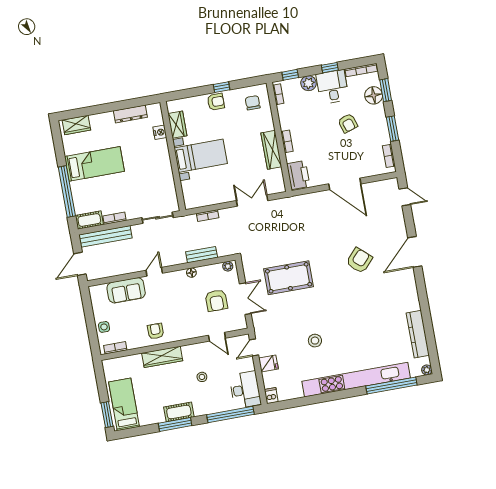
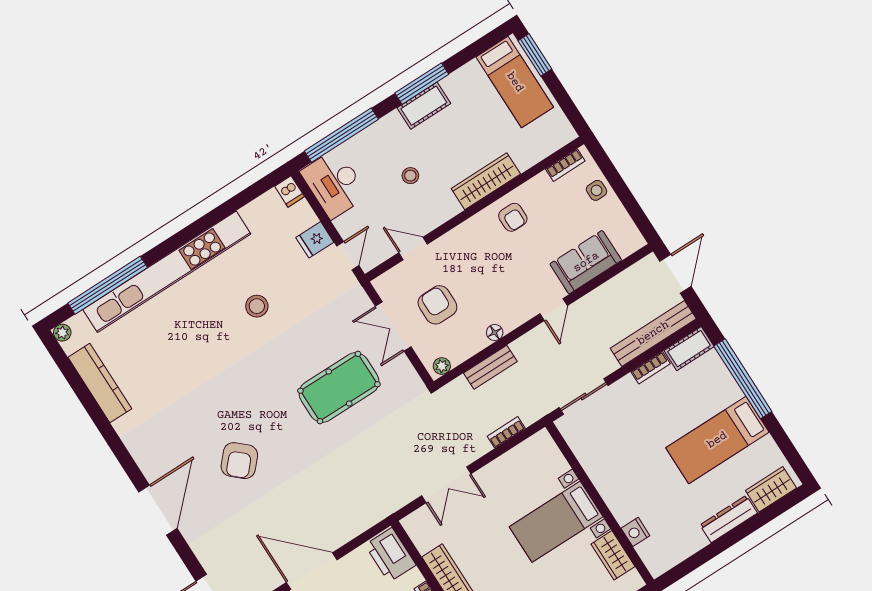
dresser: (130, 114) -> (729, 519), moved

